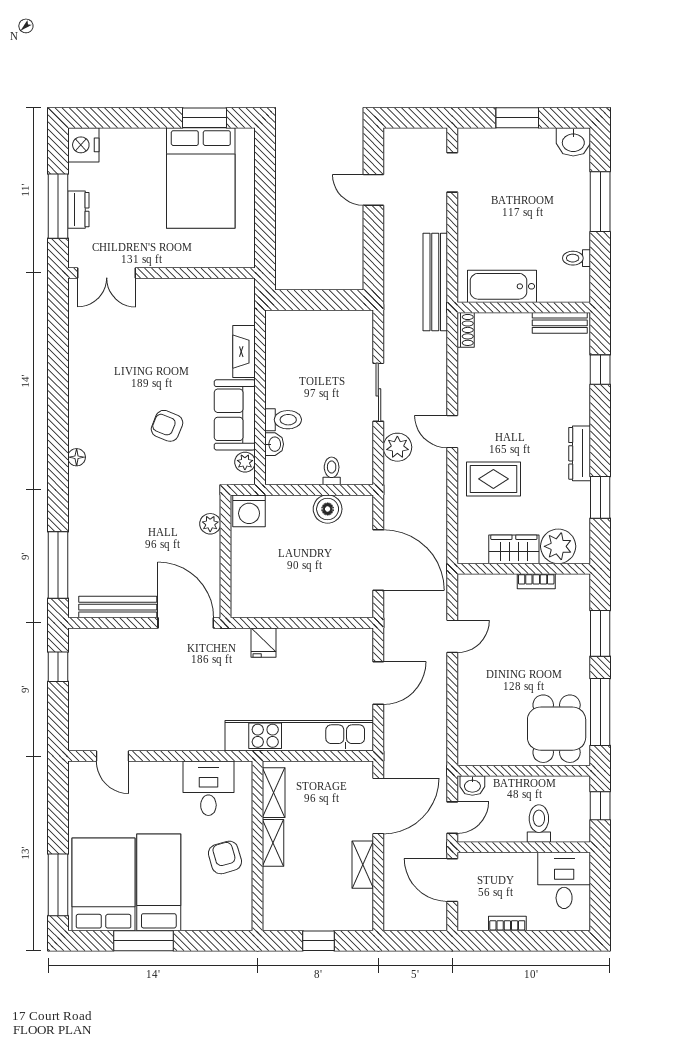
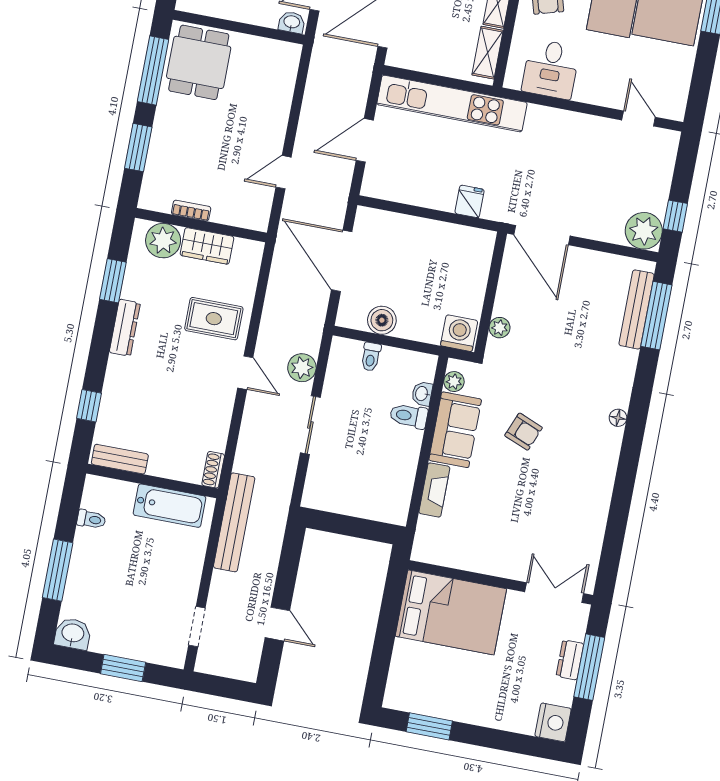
bed: (201, 178) -> (451, 612), moved, turned 90
bench: (118, 607) -> (637, 309), moved, turned 90
plant: (86, 646) -> (644, 231), added

